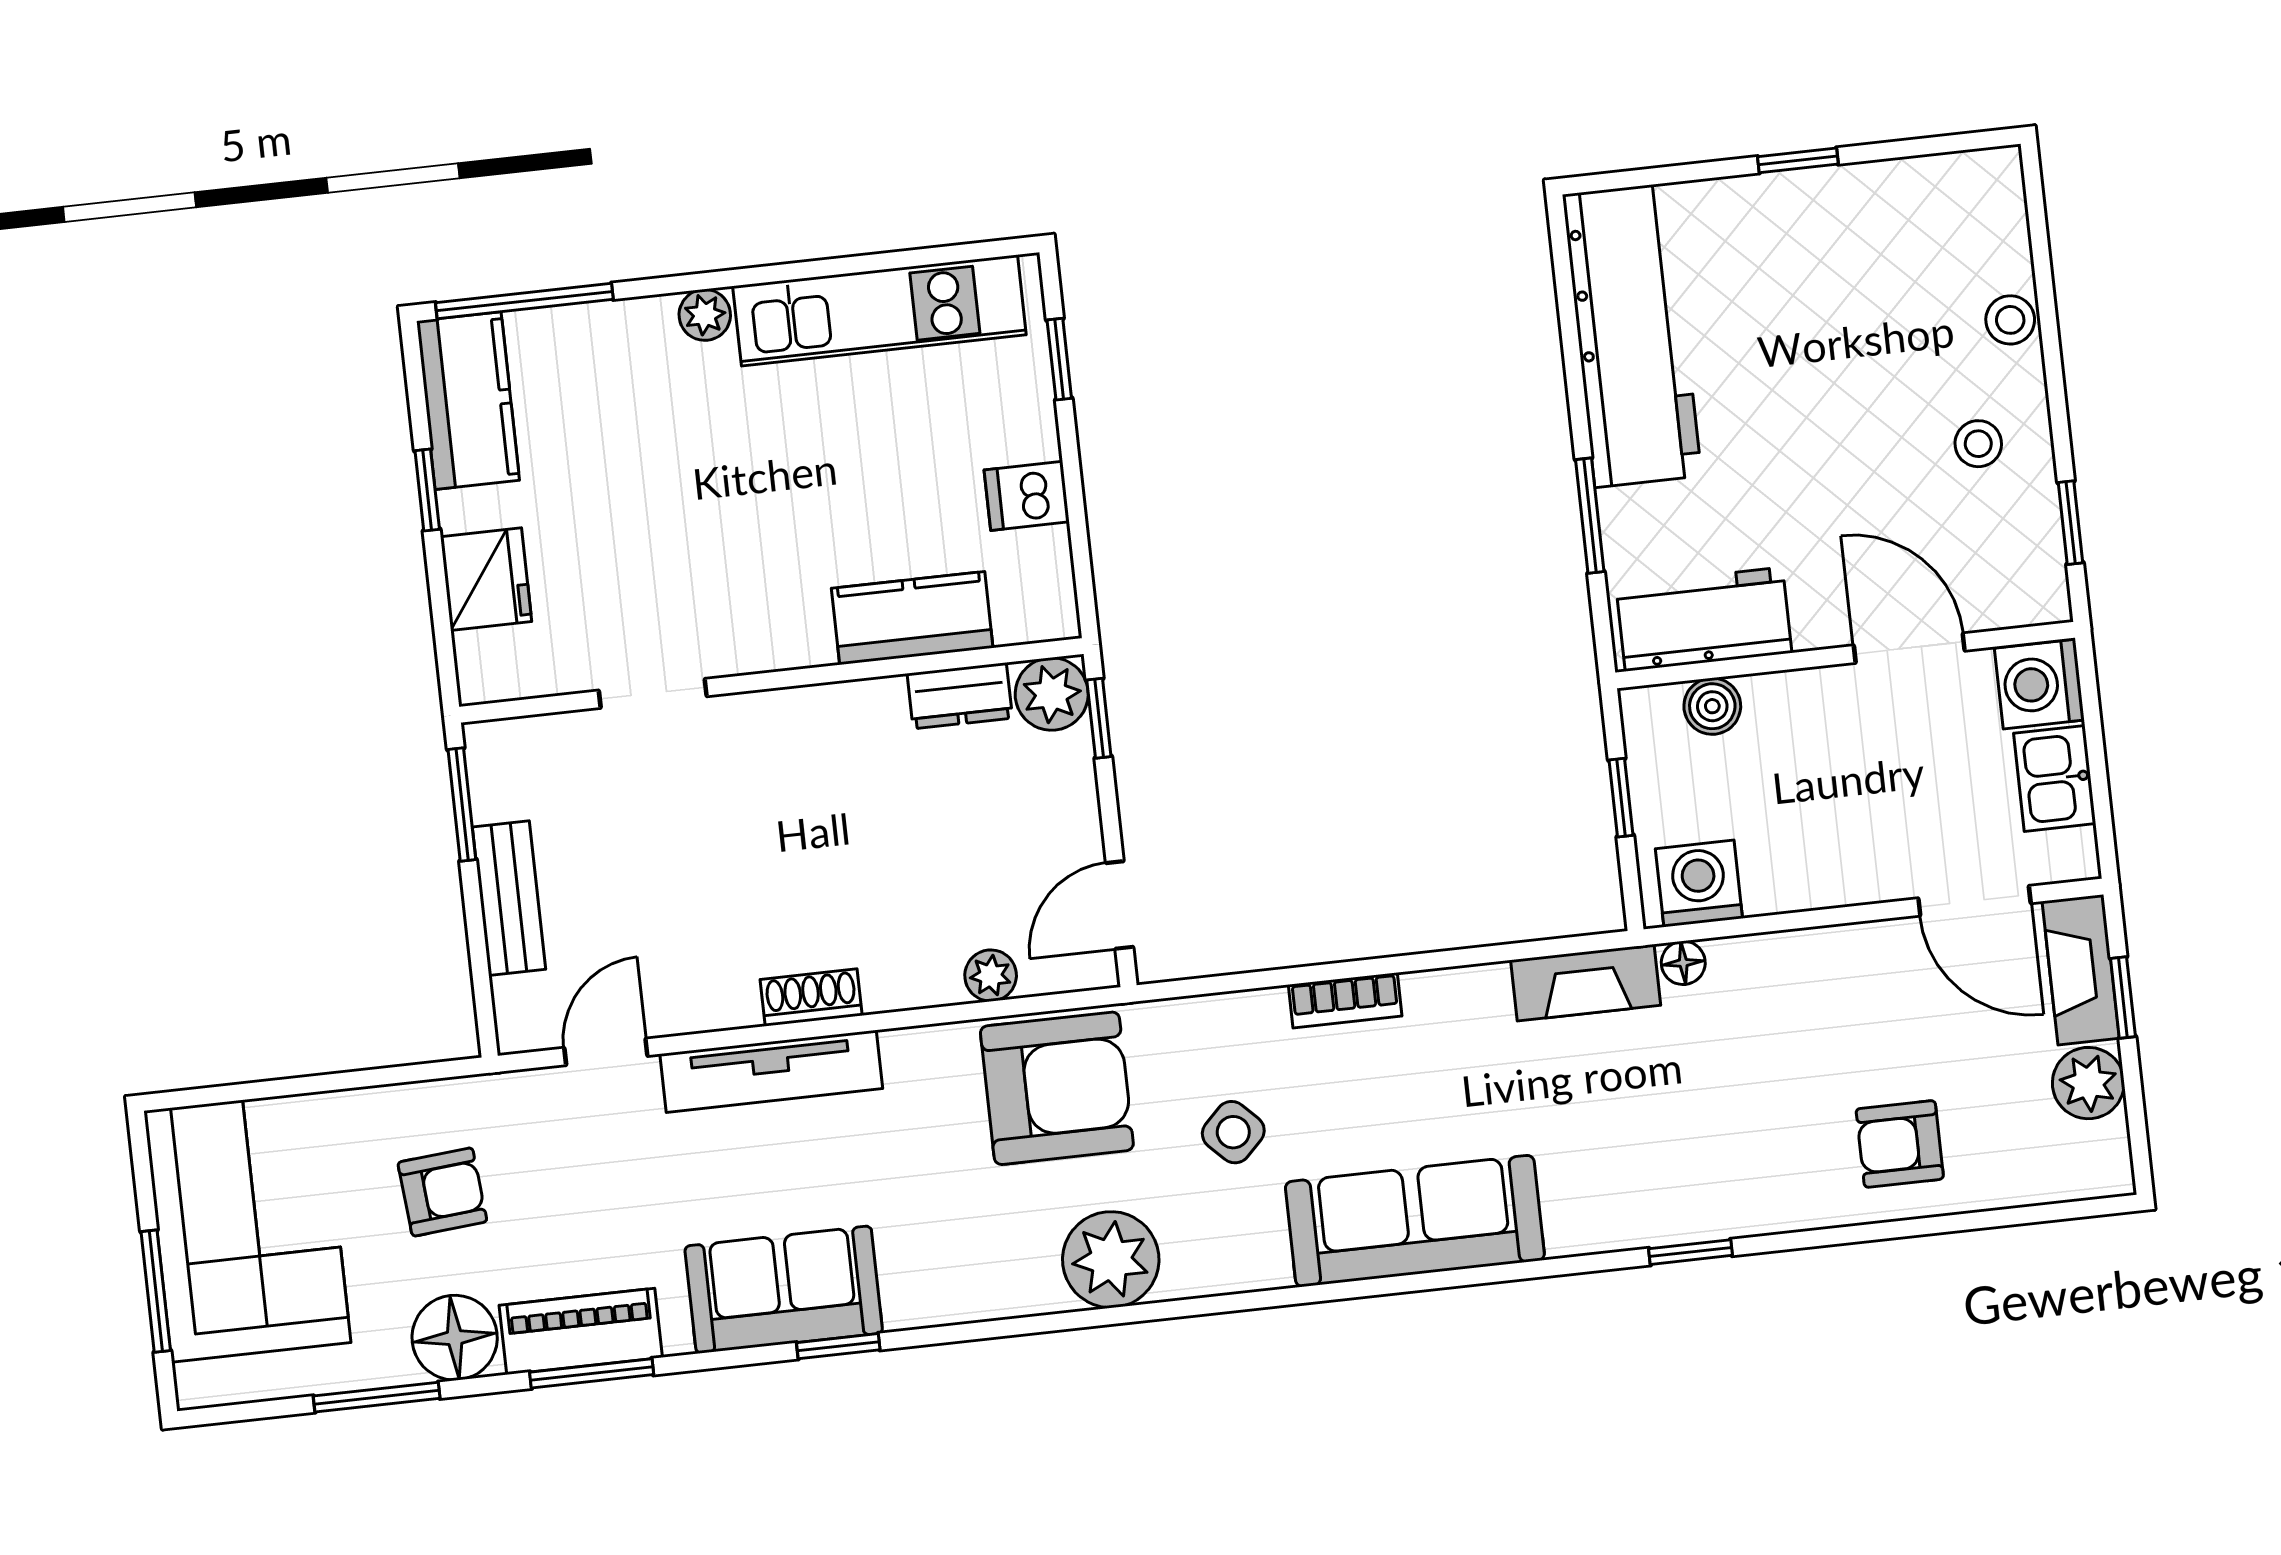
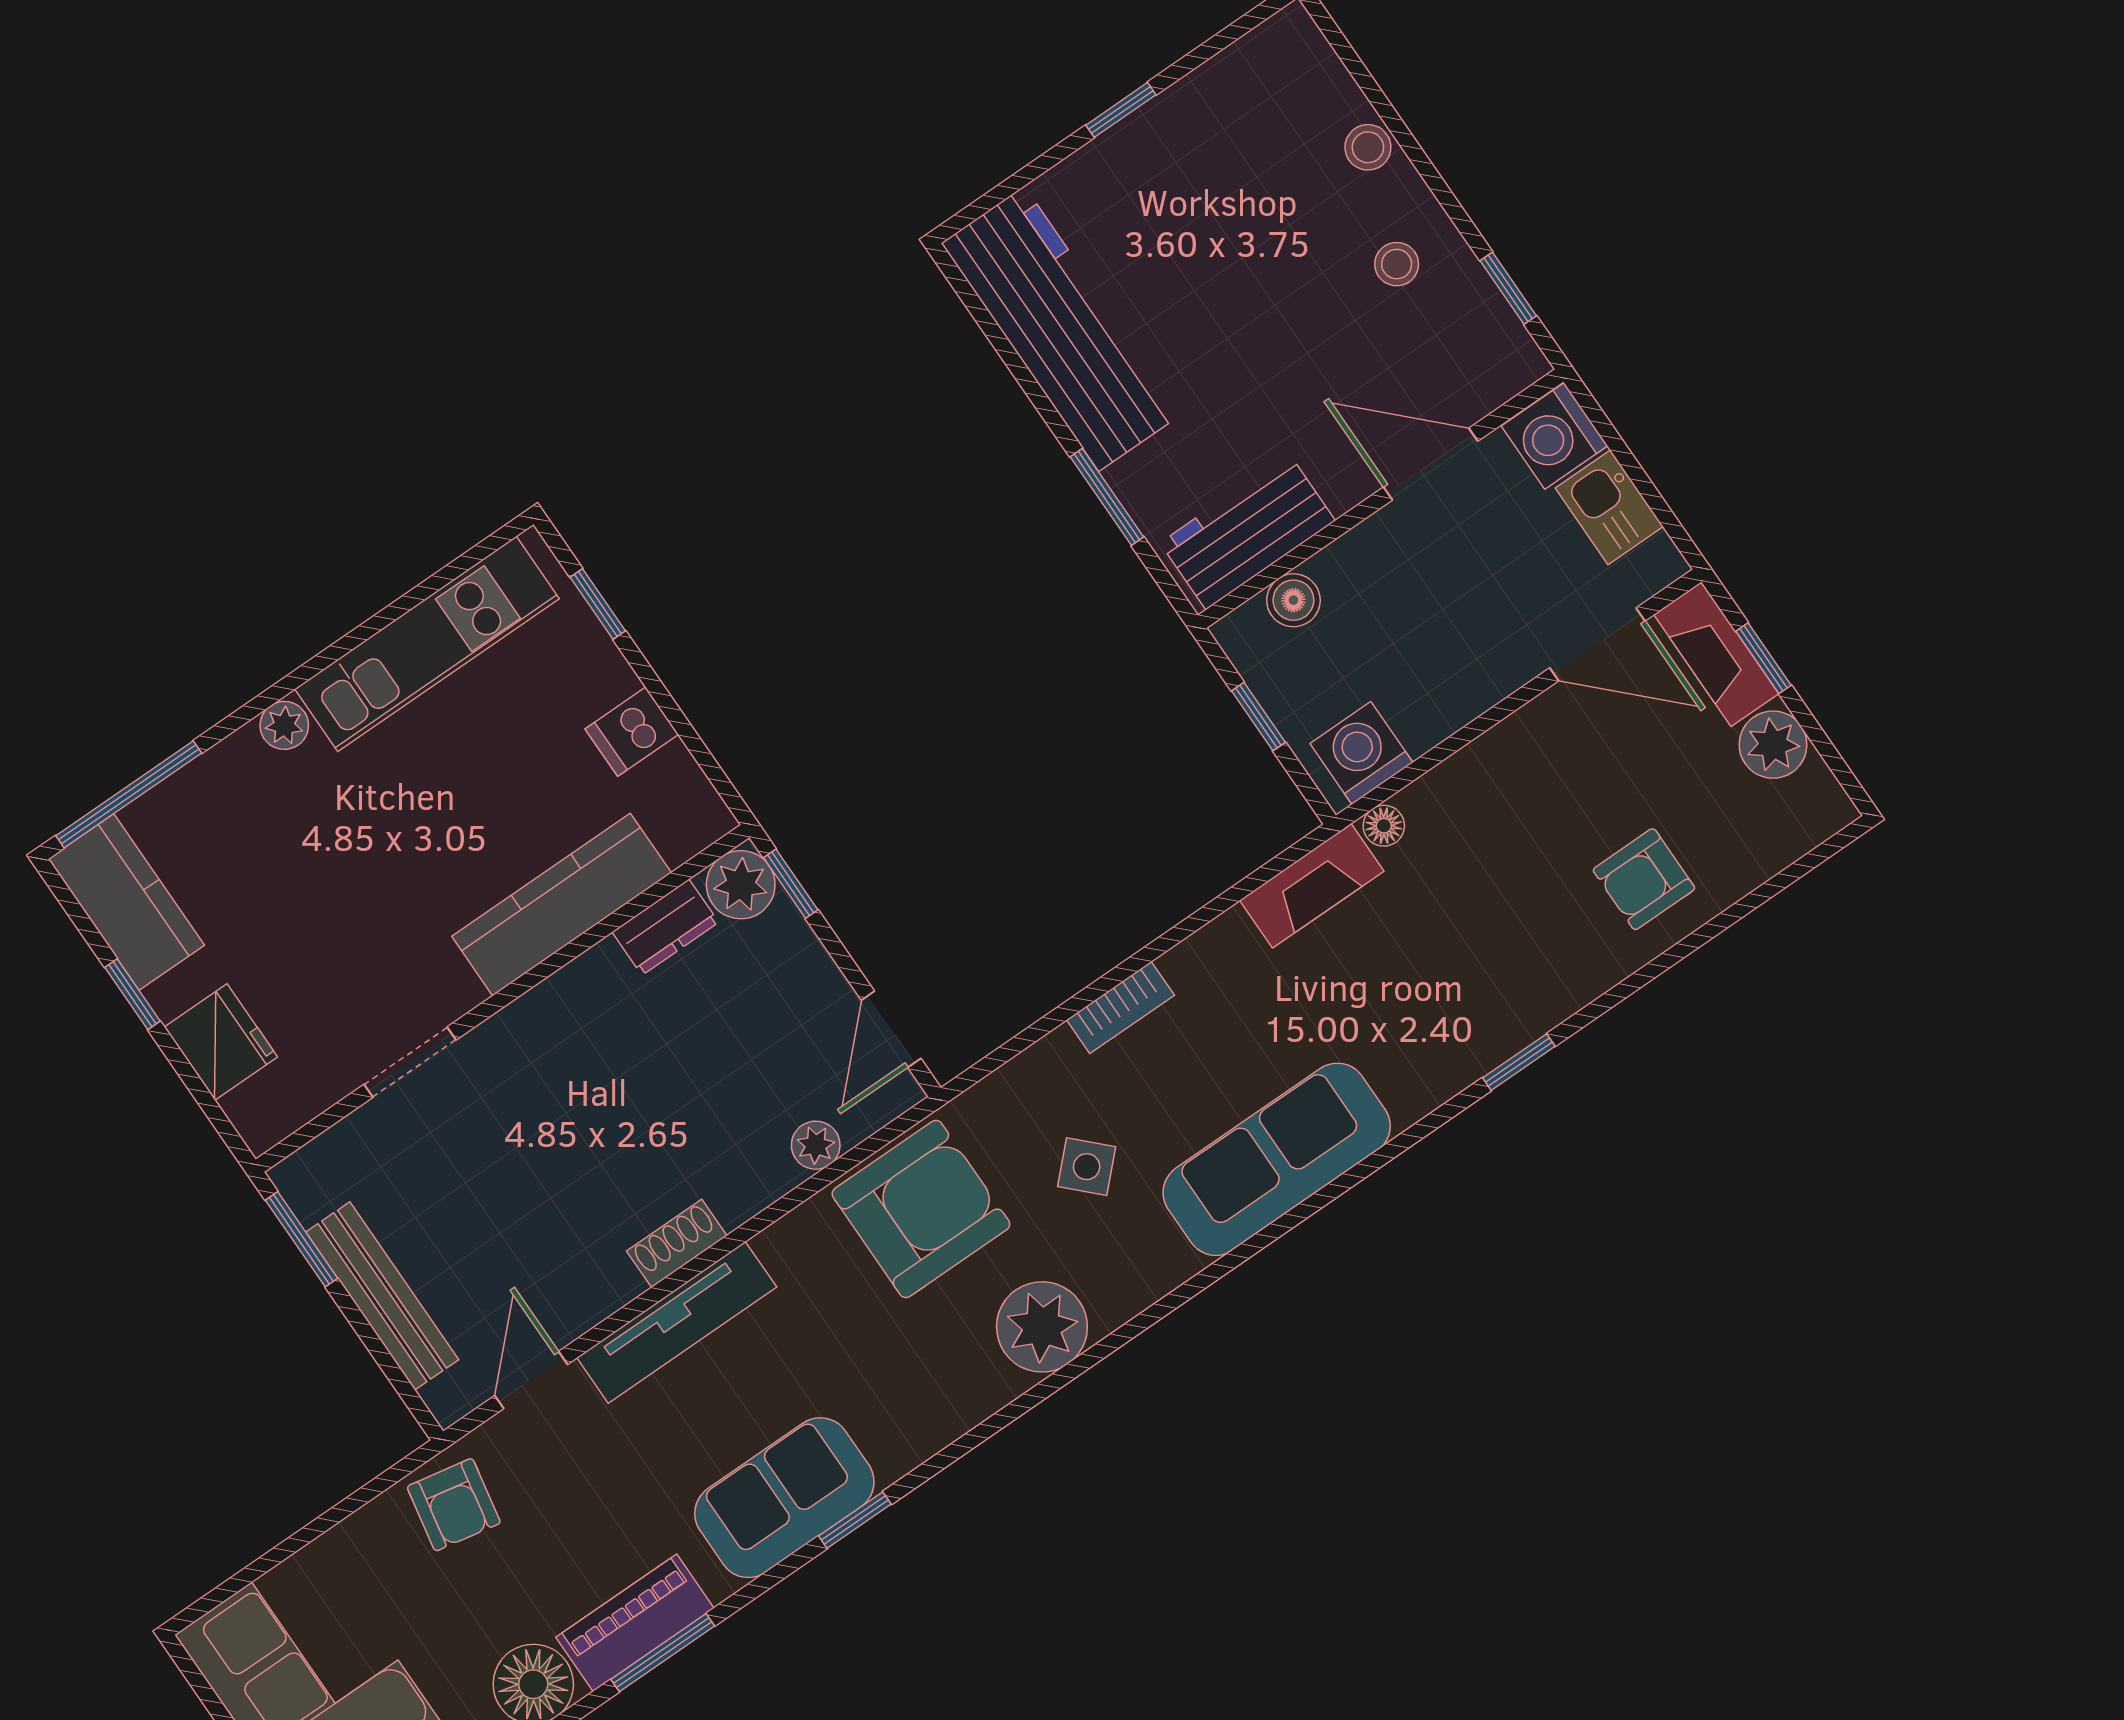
kitchen counter: (912, 618) -> (562, 905), width x1.50
bench: (509, 898) -> (382, 1296), width x1.36
armchair: (442, 1192) -> (454, 1505), moved, turned 106

